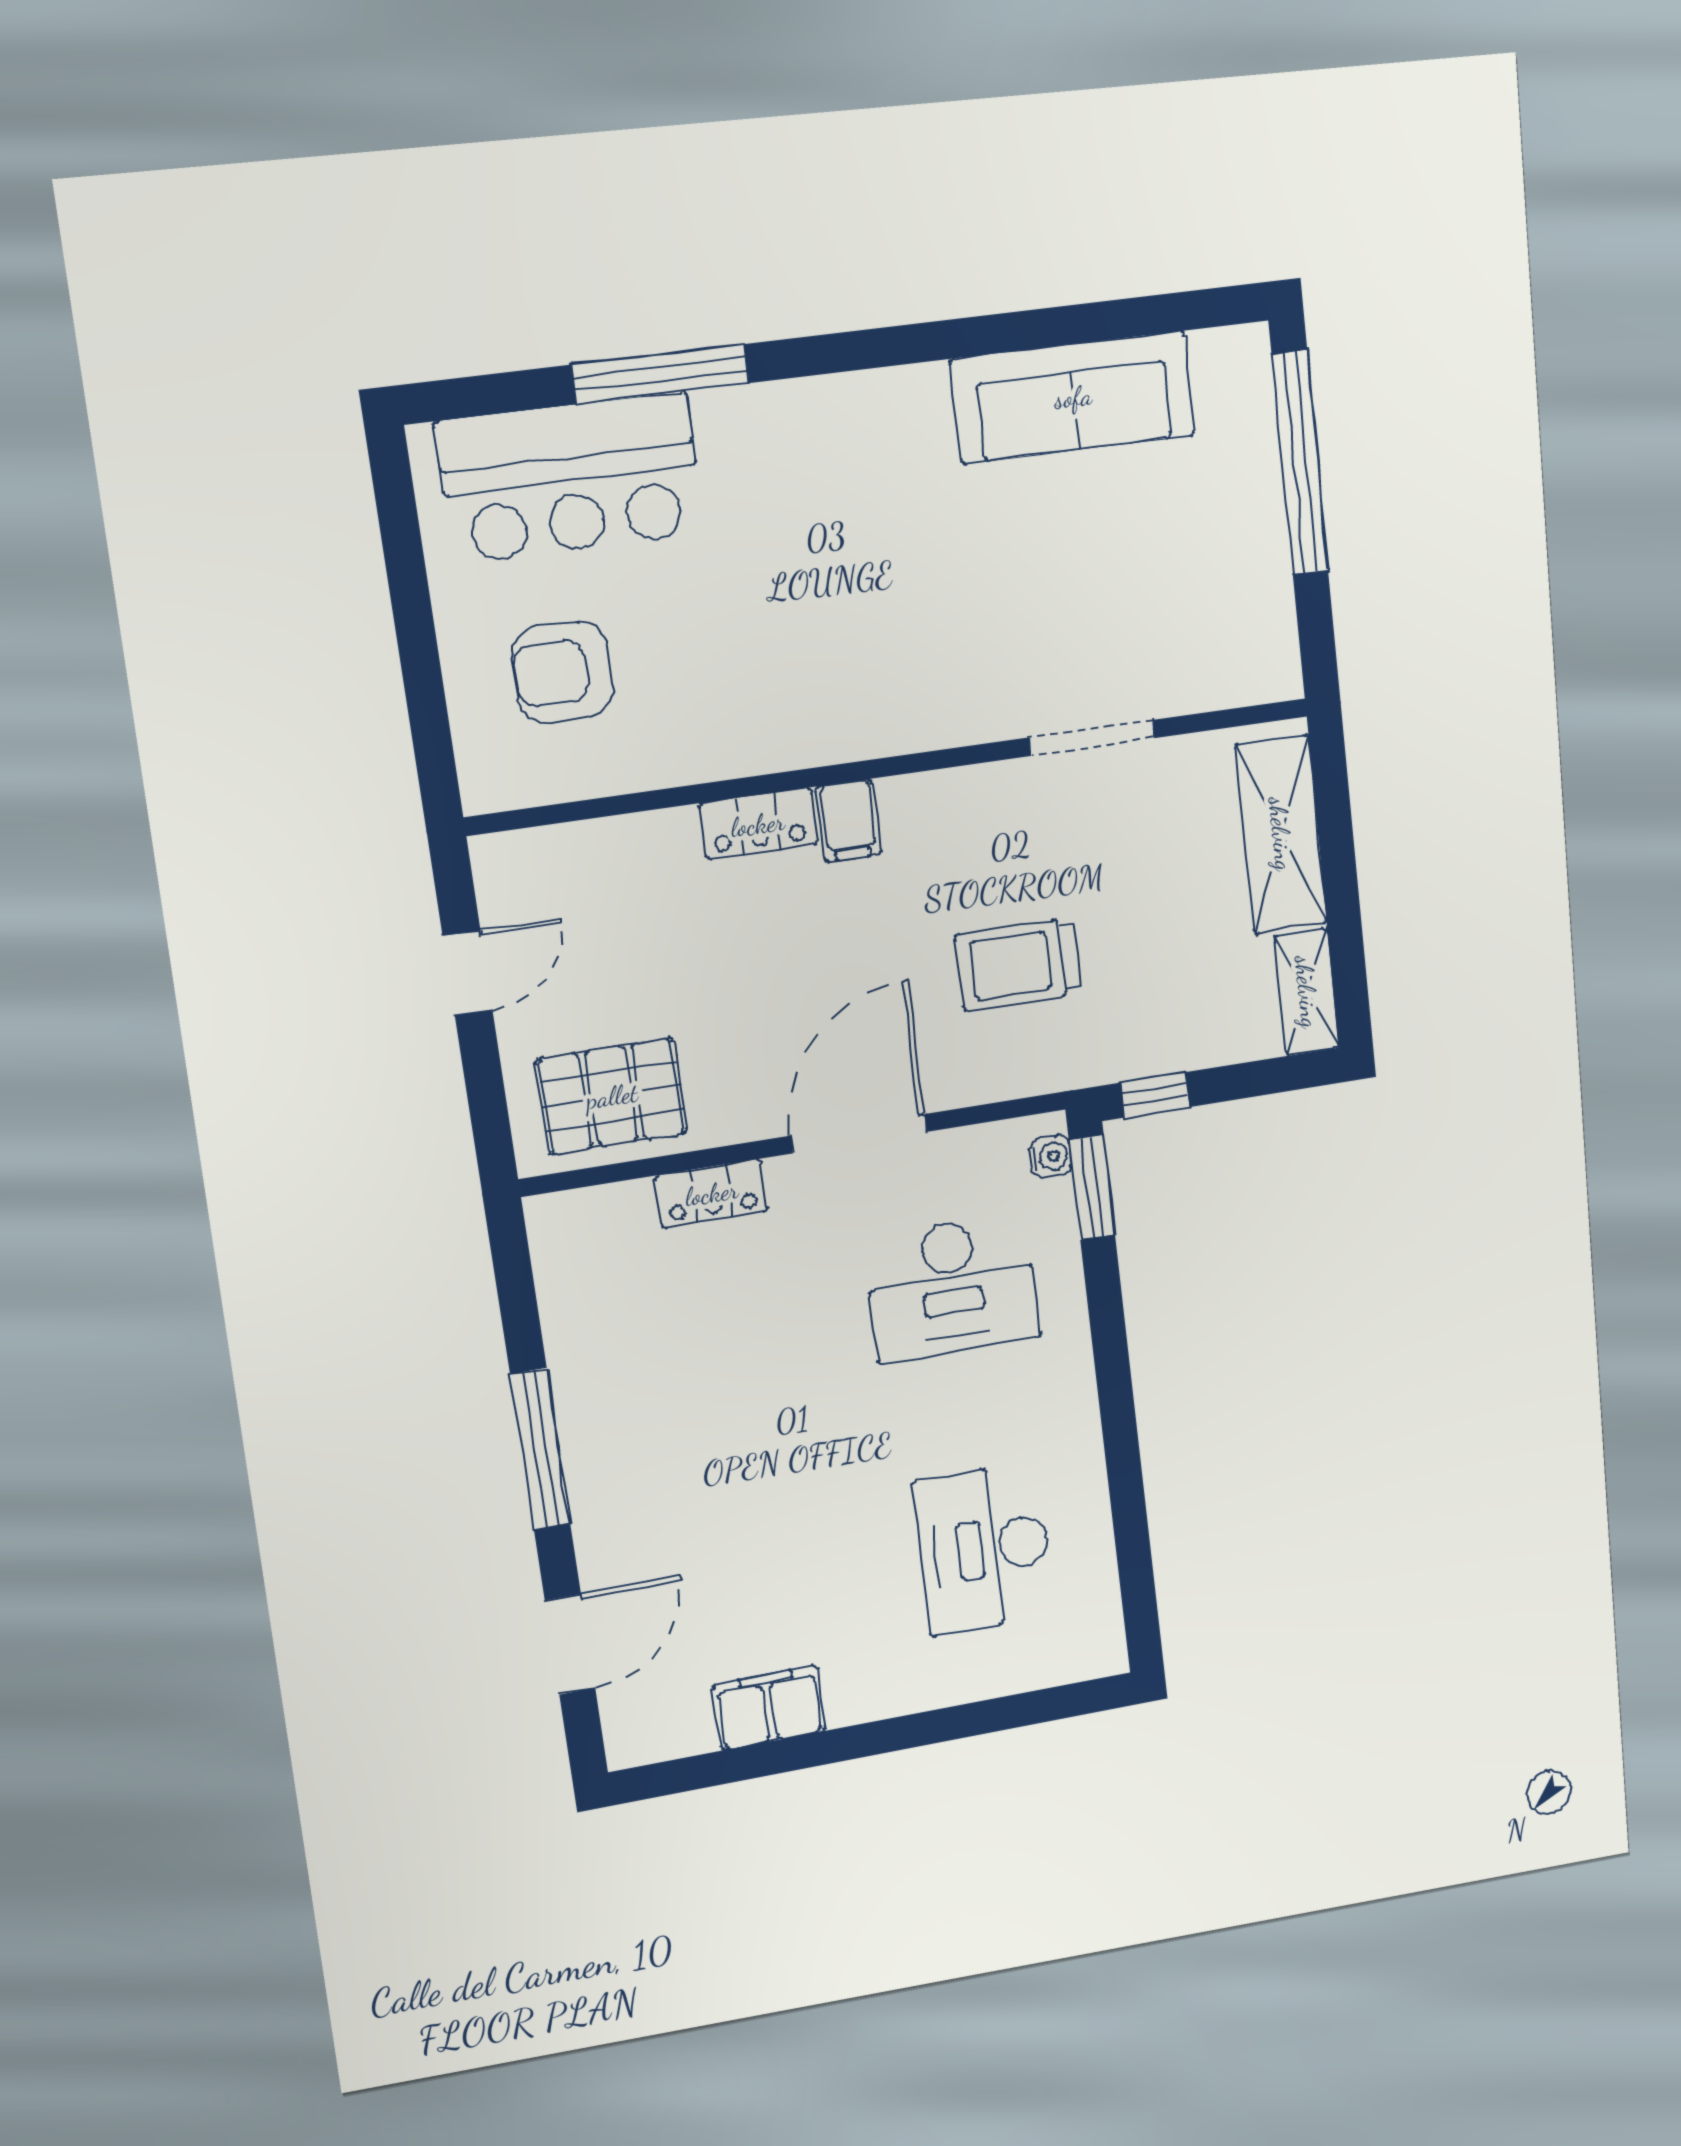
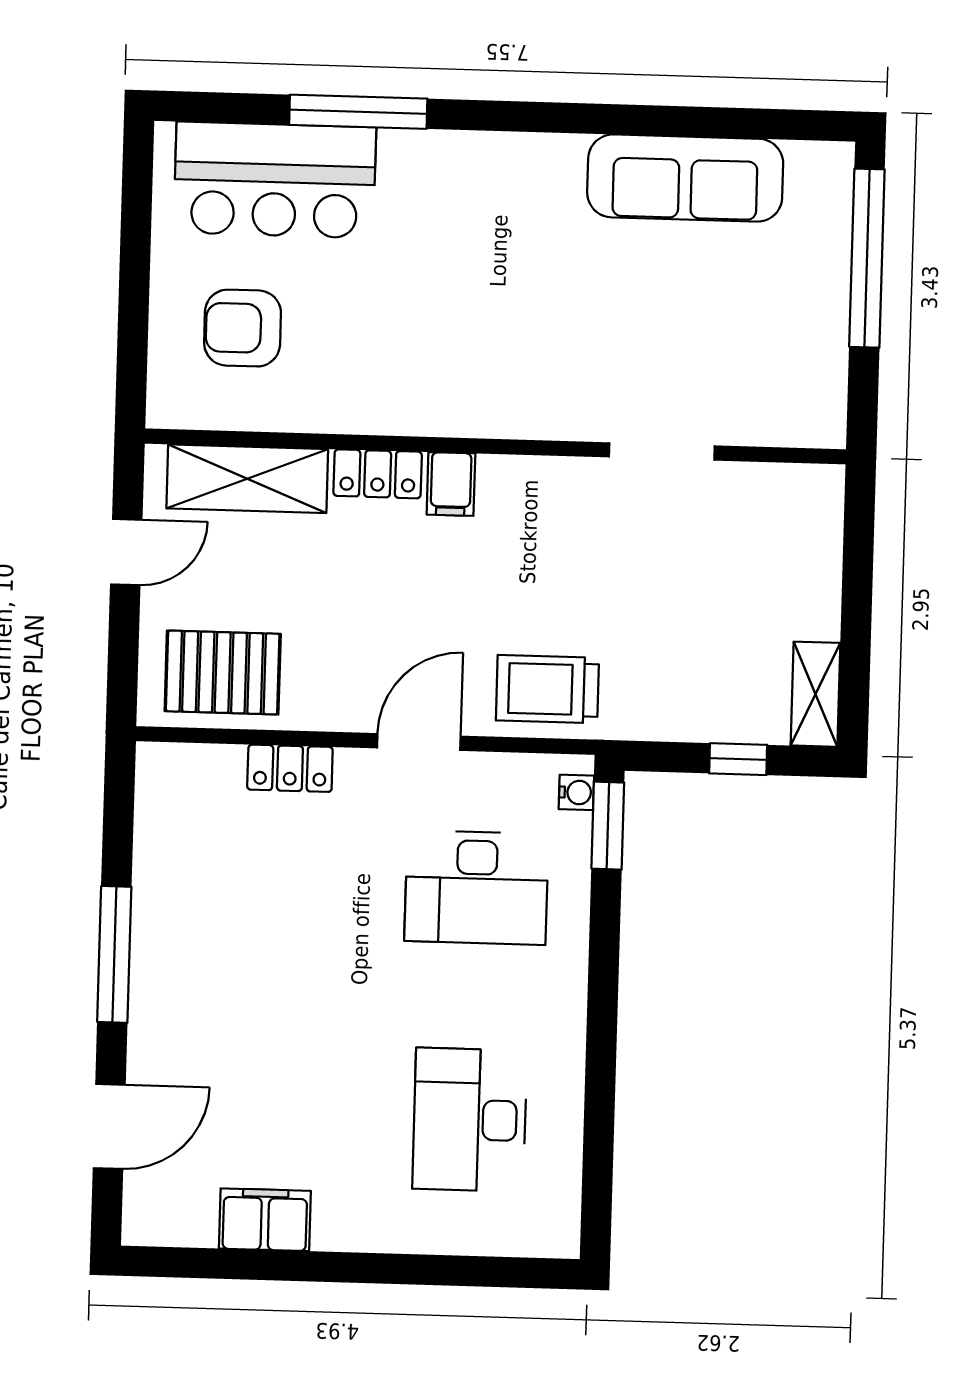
shelving: (1281, 834) -> (247, 479), moved, turned 90
trolley: (1019, 964) -> (547, 689), moved
window: (1155, 1095) -> (738, 759), moved
door: (859, 1134) -> (419, 742), width x0.73

